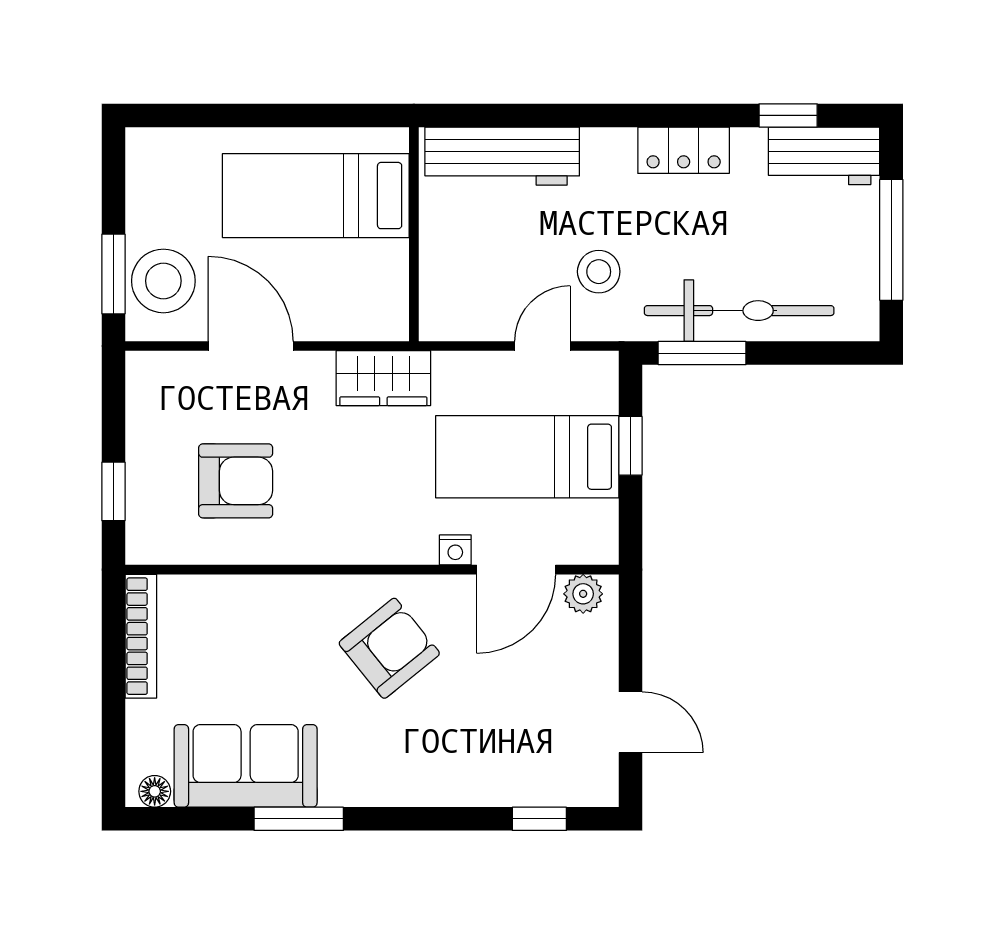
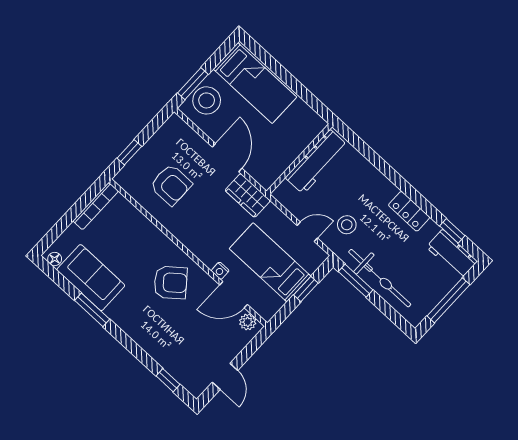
workbench: (502, 156) -> (317, 162), moved, turned -90
bed: (316, 196) -> (255, 83), moved, turned 180
door: (251, 346) -> (227, 158), moved

